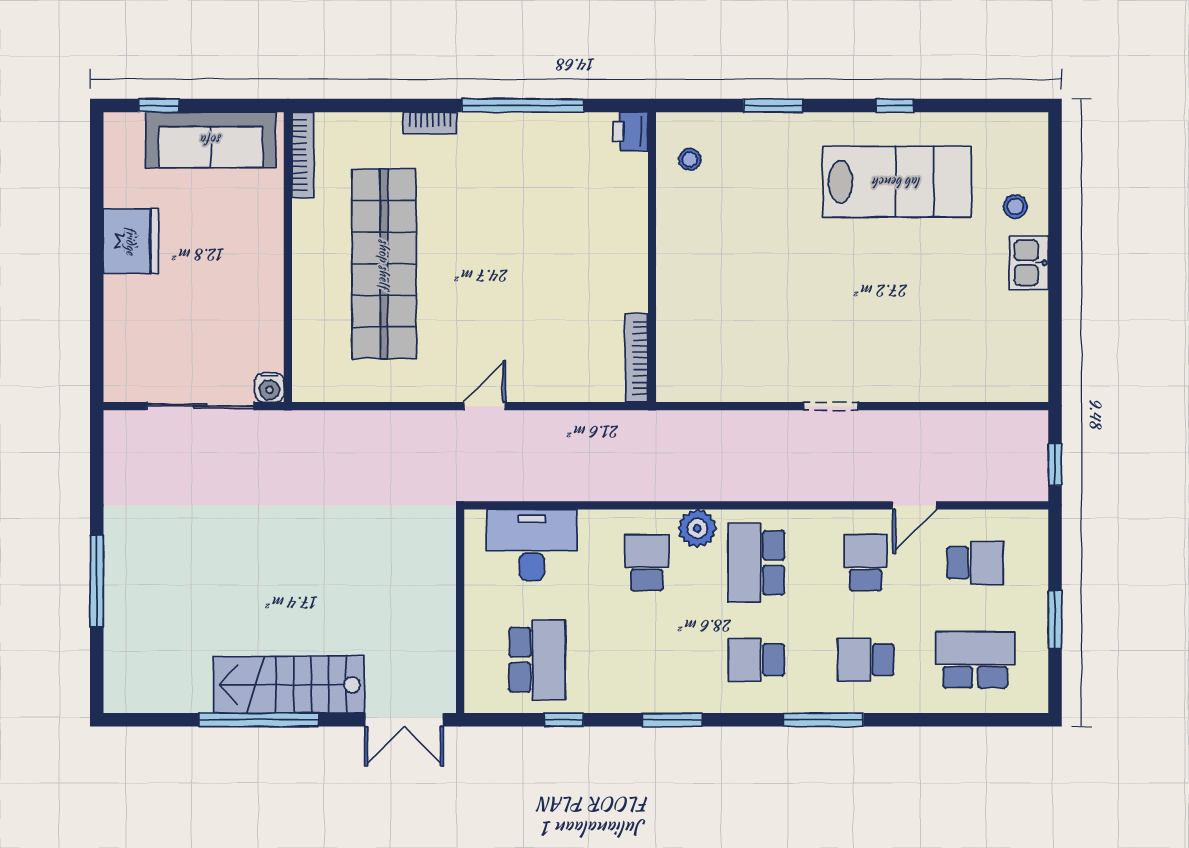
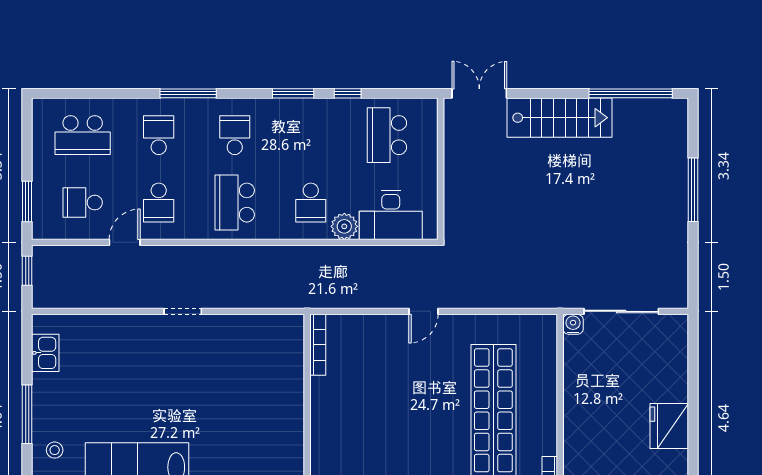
window: (1055, 258) -> (27, 414), added
kitchen sink: (1029, 263) -> (45, 353), moved
plant: (697, 528) -> (344, 226), moved
school desk: (756, 563) -> (235, 203), turned 180
window: (1055, 619) -> (27, 202), moved
school desk: (756, 660) -> (235, 135), turned -90
school desk: (866, 660) -> (159, 135), turned -90
window: (259, 720) -> (631, 93), moved
window: (564, 720) -> (348, 93), moved

